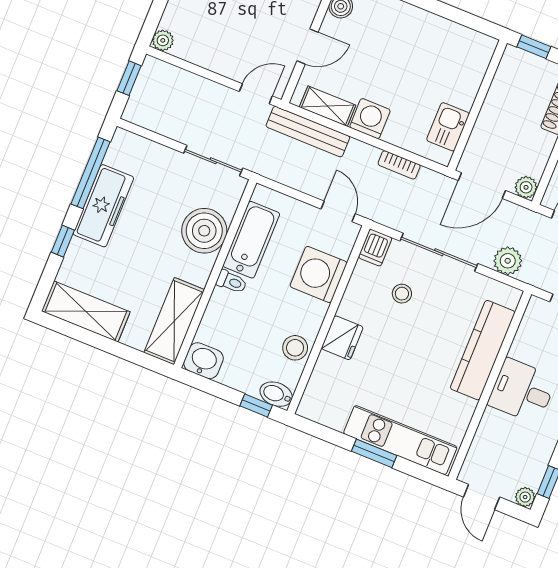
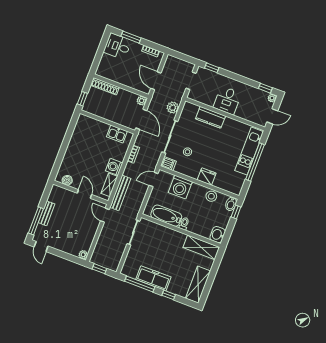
boiler: (204, 231) -> (163, 236), removed
kitchen counter: (483, 350) -> (211, 117), width x0.67
window: (374, 453) -> (255, 162), width x2.11

